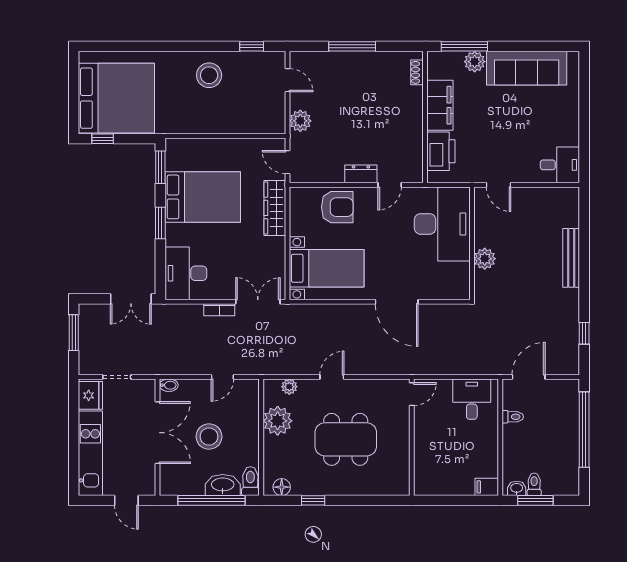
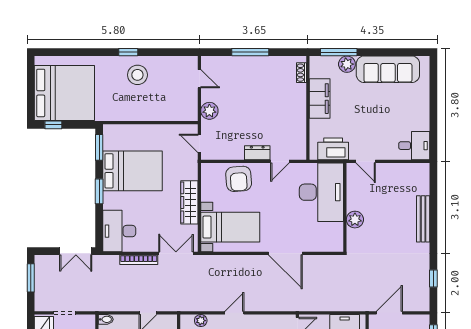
window: (252, 46) -> (128, 52), moved
printer: (441, 151) -> (333, 149), moved, turned -90
armchair: (337, 207) -> (239, 179), turned 86
wardrobe: (275, 208) -> (189, 202), moved
bookcase: (219, 310) -> (139, 260), width x1.56

